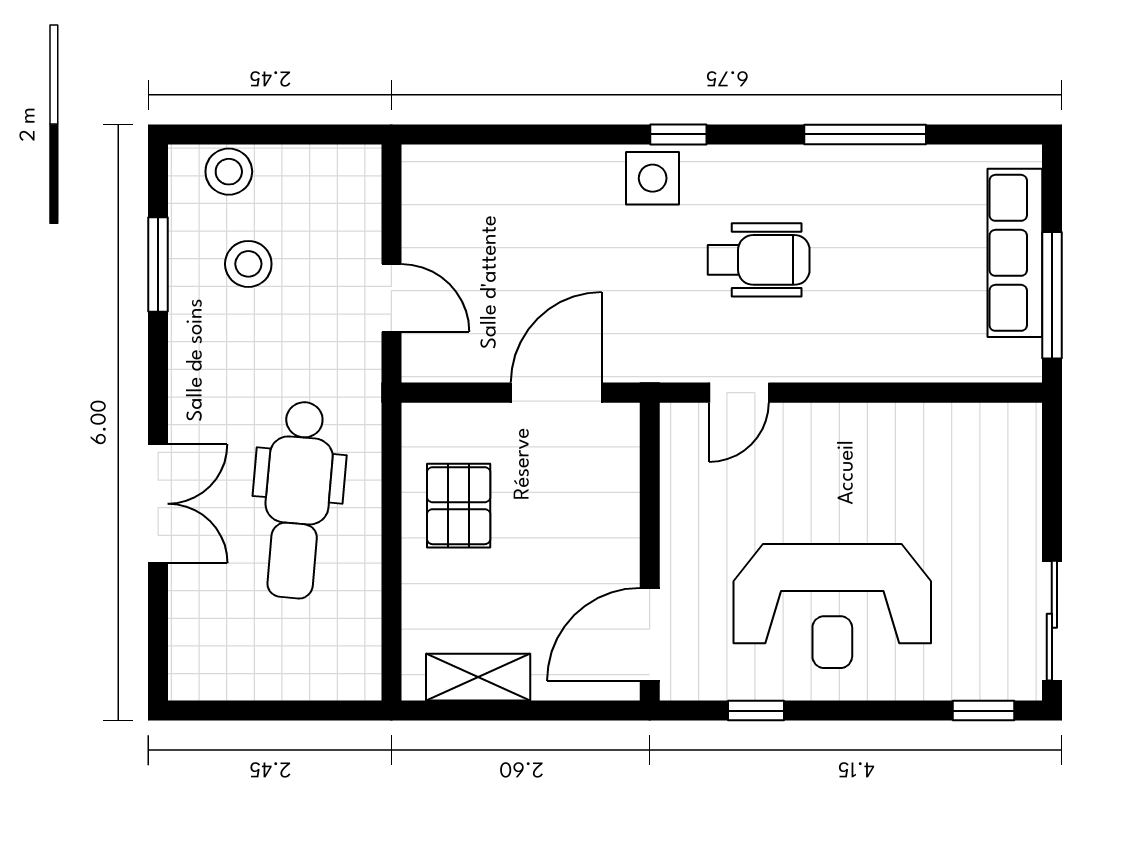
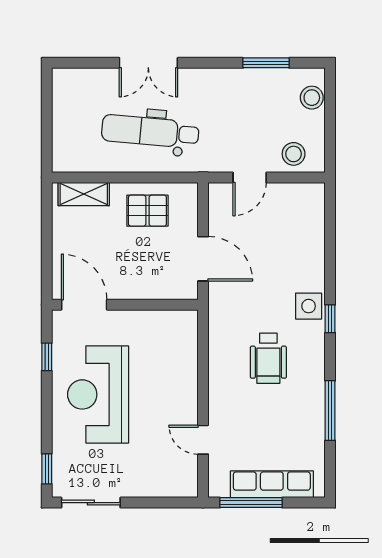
stool: (248, 264) -> (294, 154), moved
door: (739, 393) -> (203, 440), moved
shelving: (478, 677) -> (84, 194), moved, turned 90

